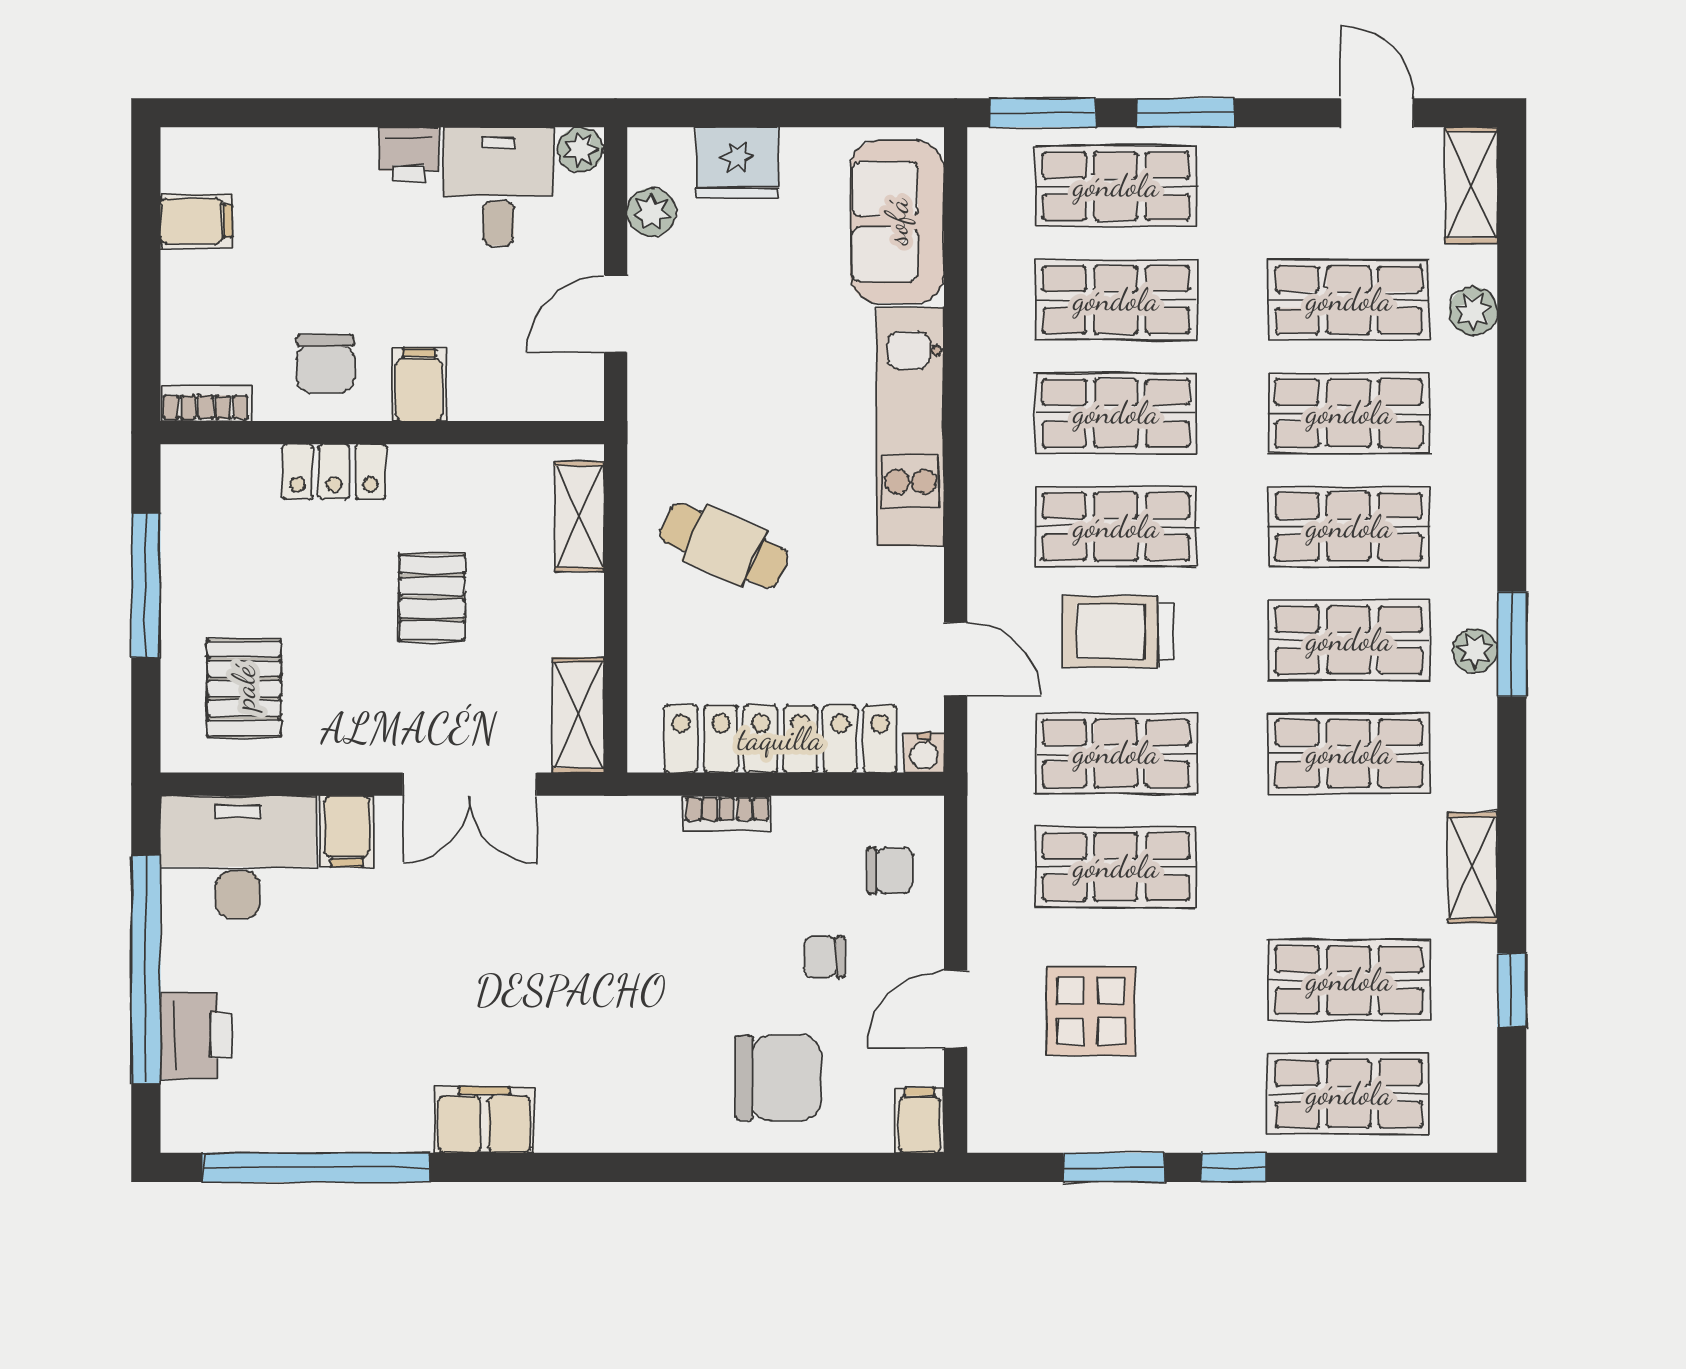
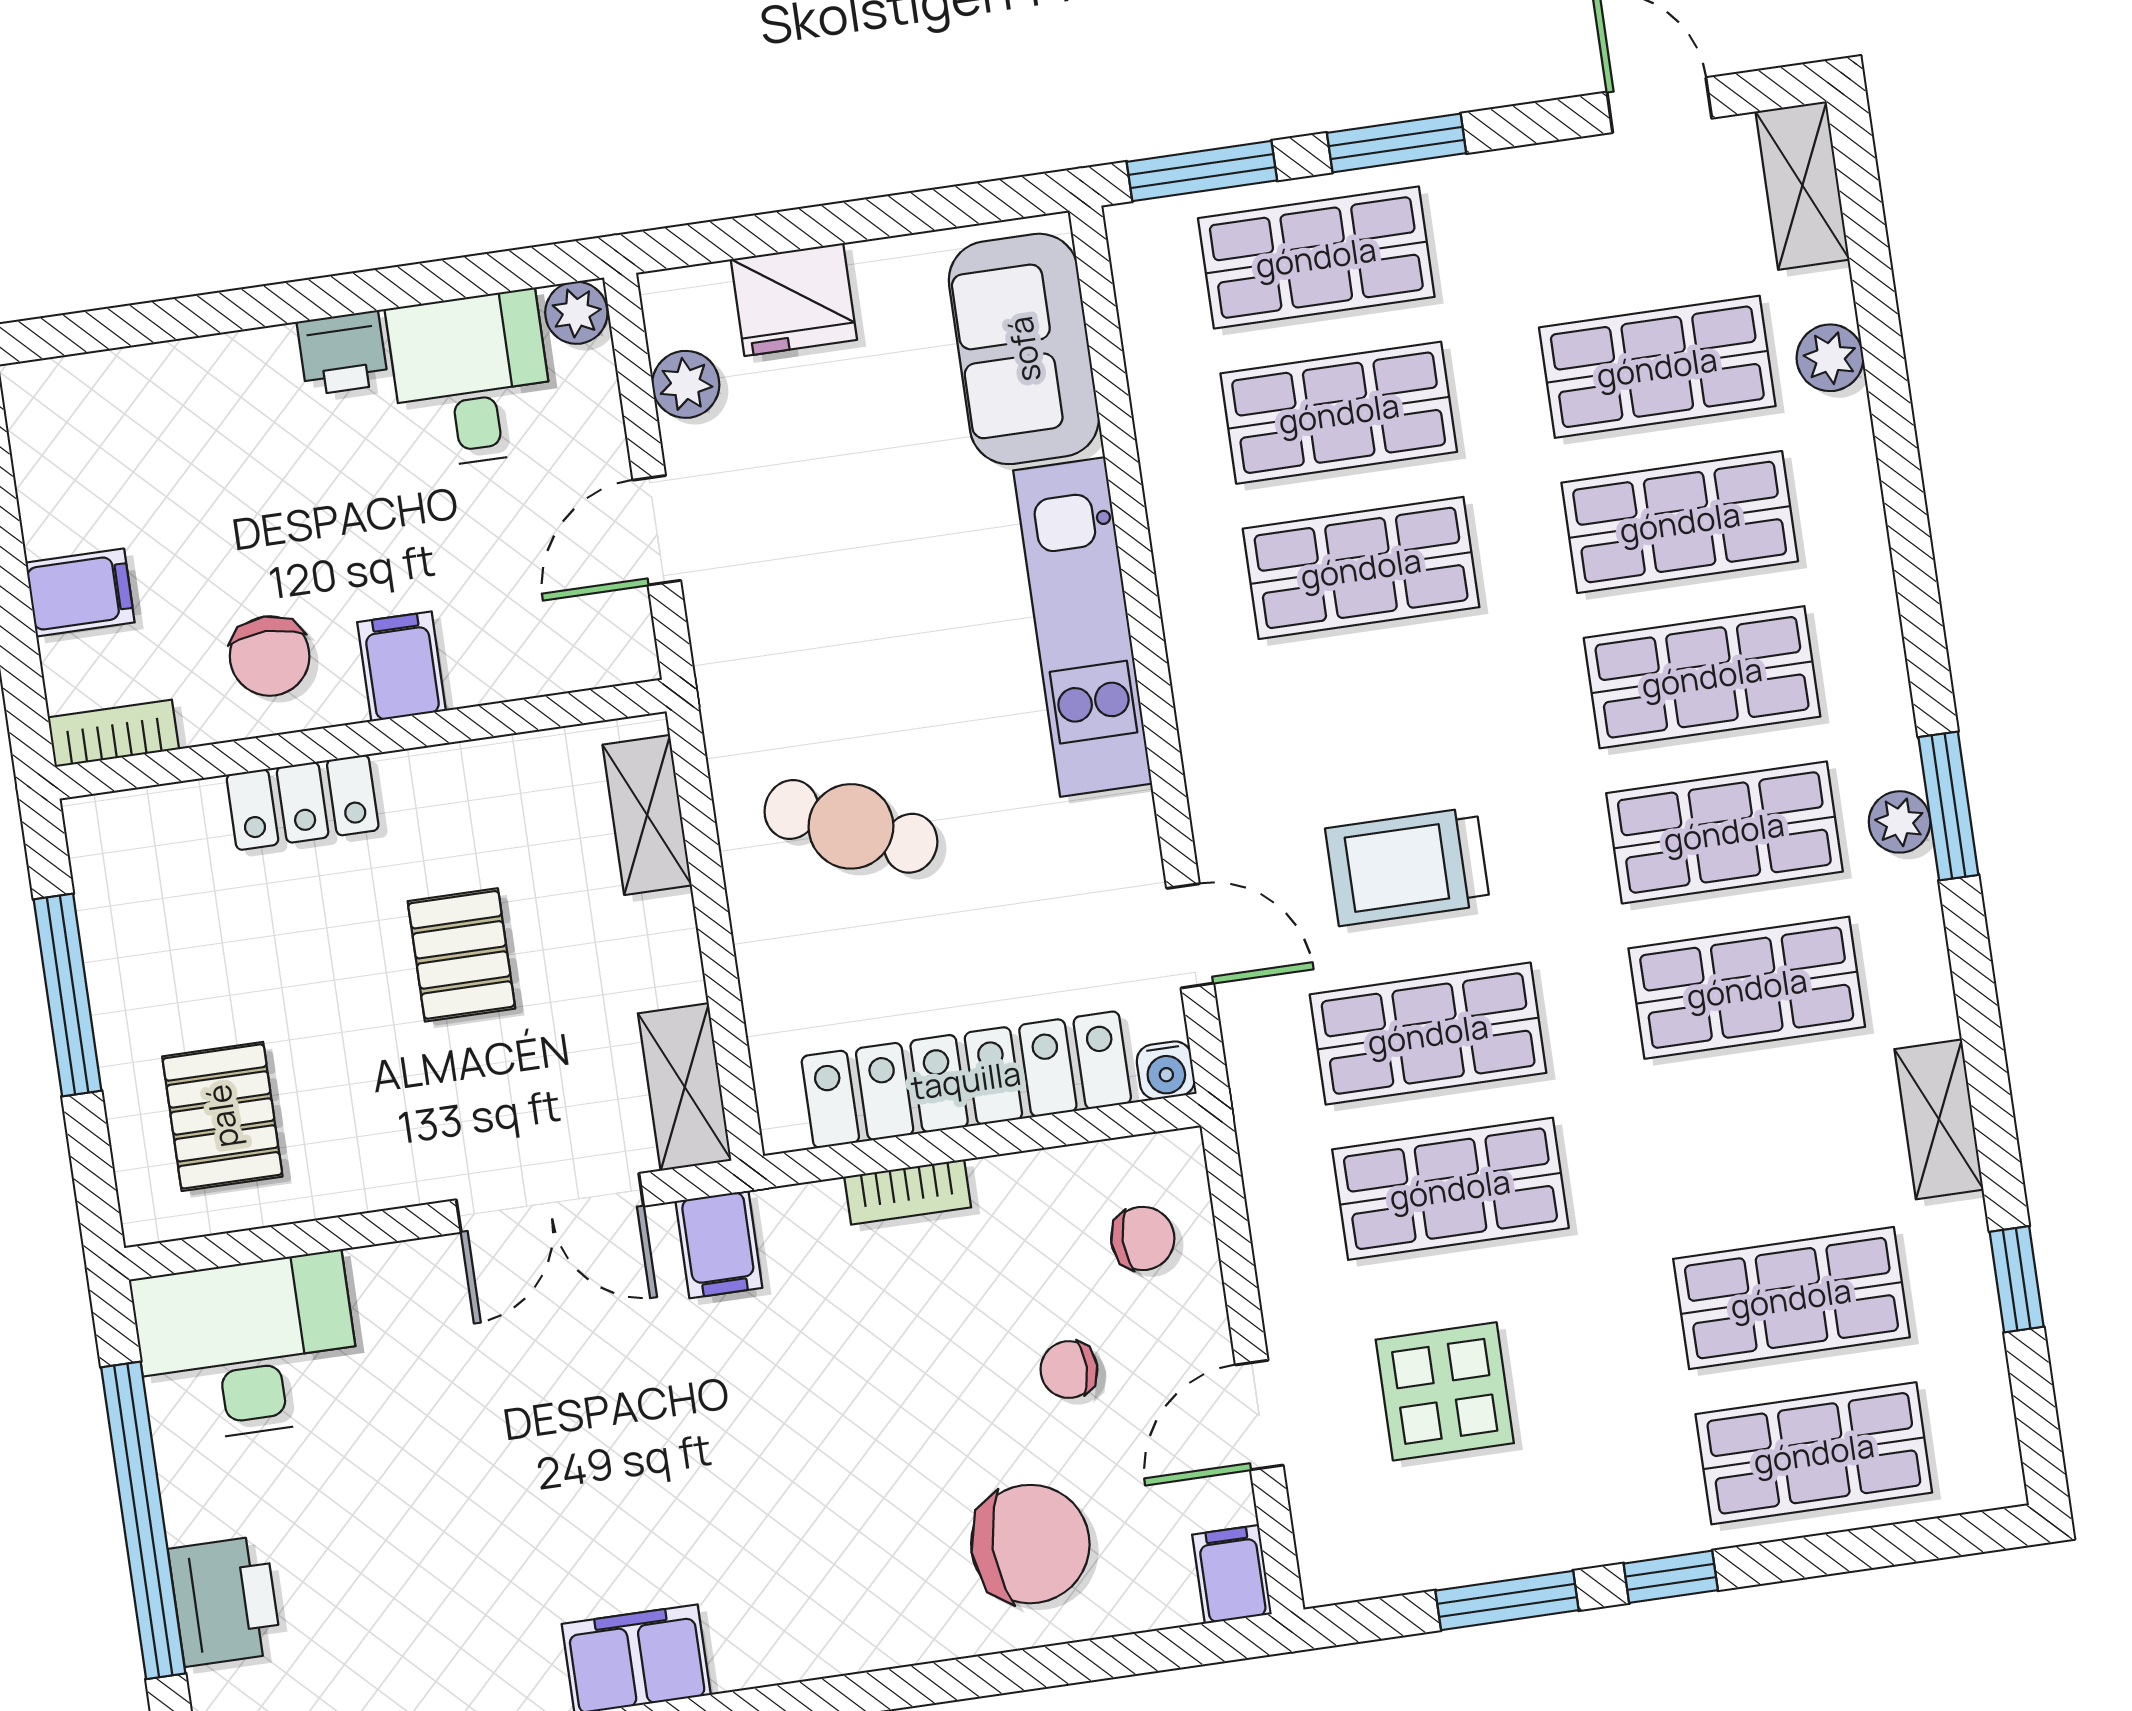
filing cabinet: (196, 221) -> (80, 592), moved
shop shelf: (1116, 527) -> (1383, 723), removed
filing cabinet: (347, 831) -> (719, 1244), moved

